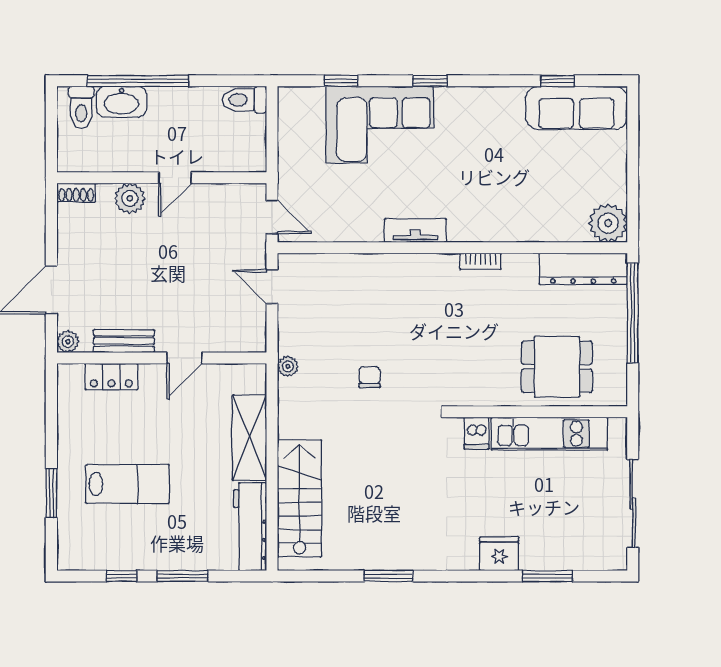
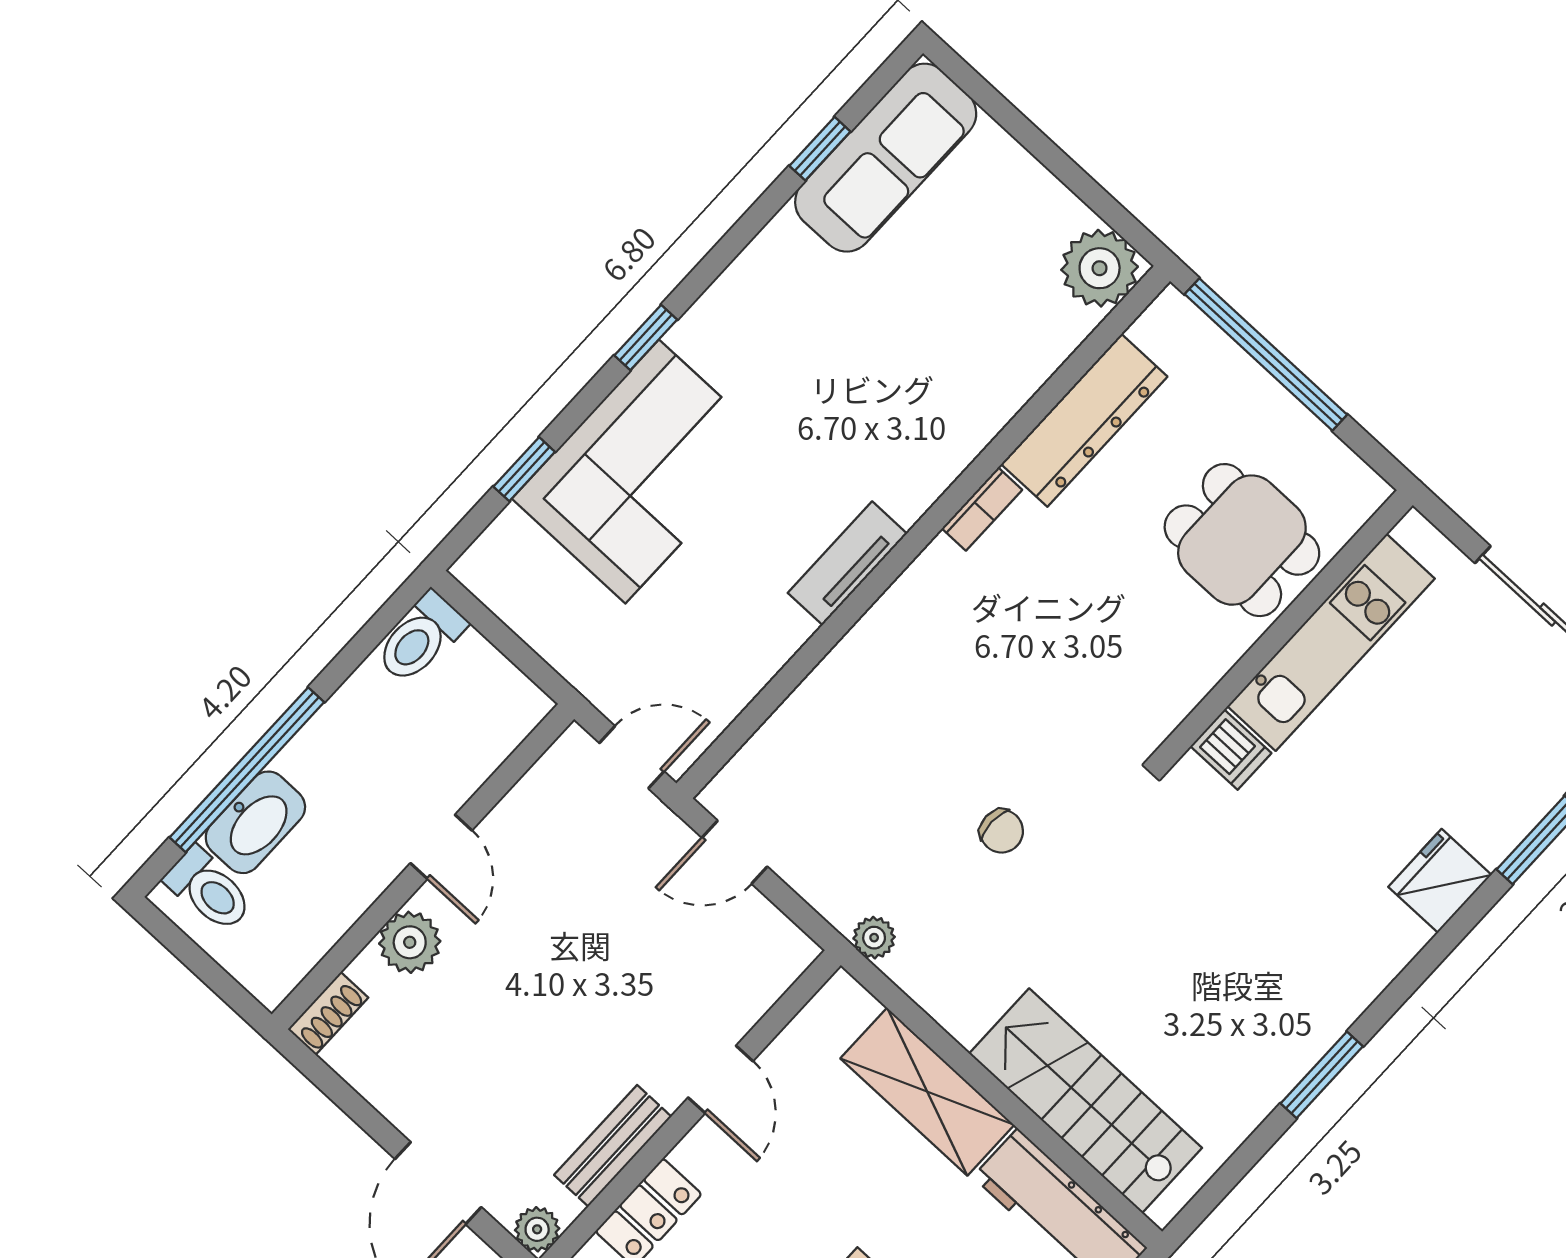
dresser: (583, 269) -> (1084, 420), moved
dining table: (557, 367) -> (1242, 540), turned 90
chair: (370, 377) -> (1002, 831), turned 180

